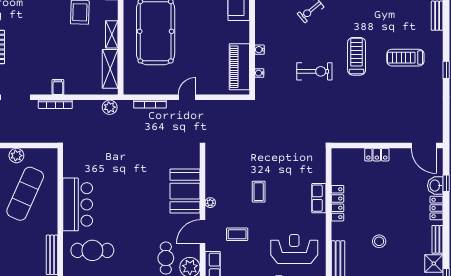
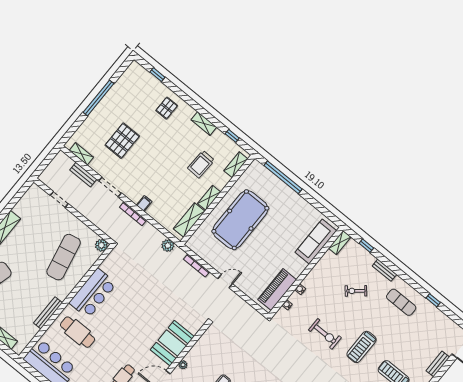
treadmill: (357, 56) -> (361, 347), turned 180
plant: (16, 156) -> (101, 245), moved
exercise mat: (25, 194) -> (64, 257), turned -36

